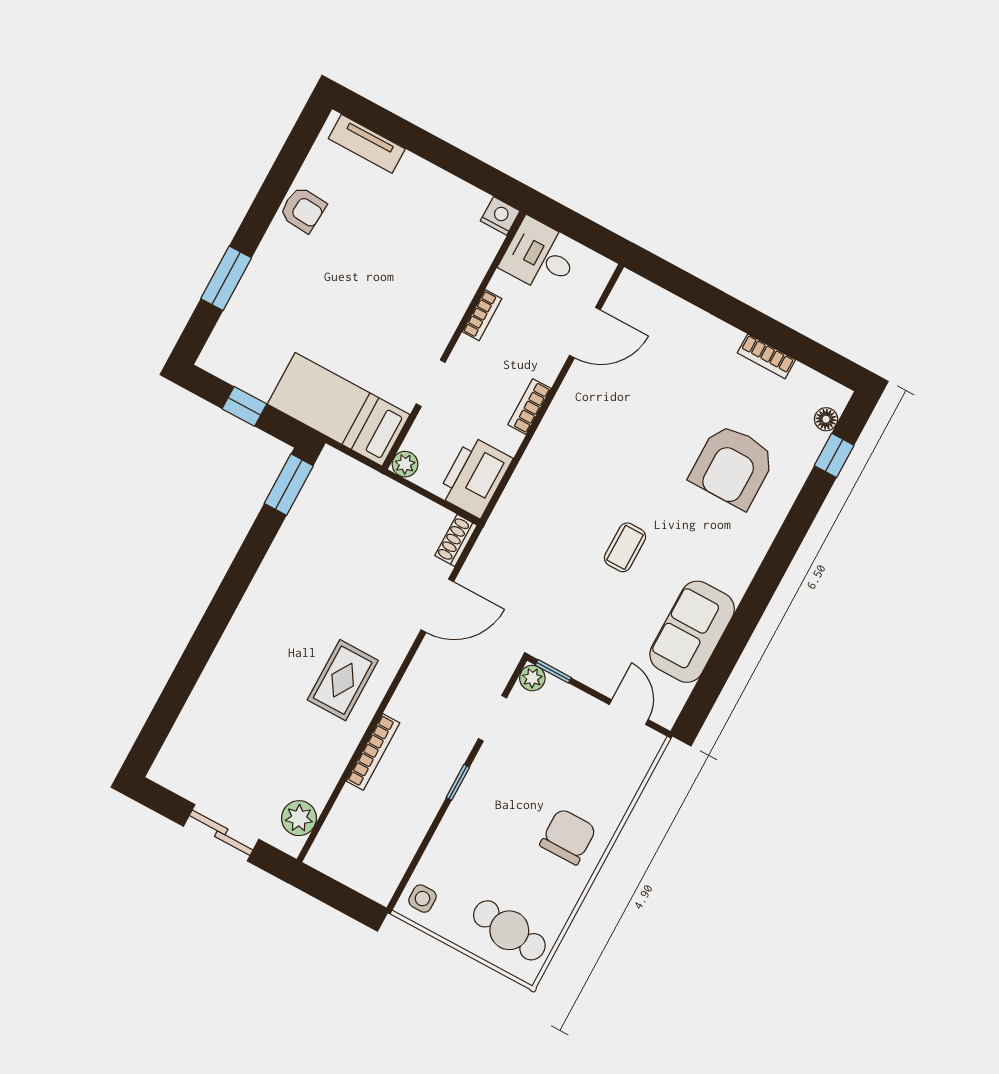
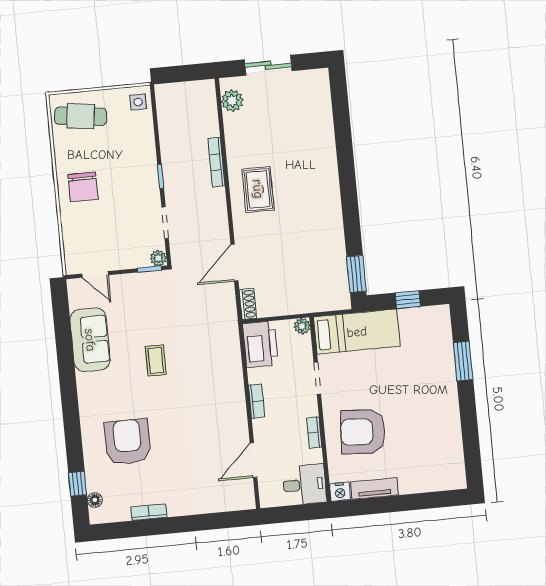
tv unit: (367, 144) -> (374, 488), moved
armchair: (303, 210) -> (363, 432), moved, width x1.88, depth x1.88

